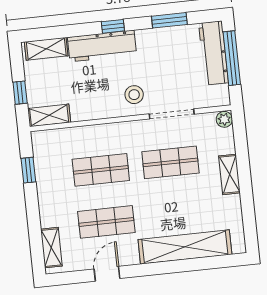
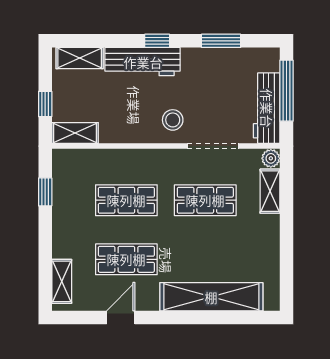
workbench: (213, 53) -> (267, 108), moved
shelving: (229, 174) -> (270, 191), moved

